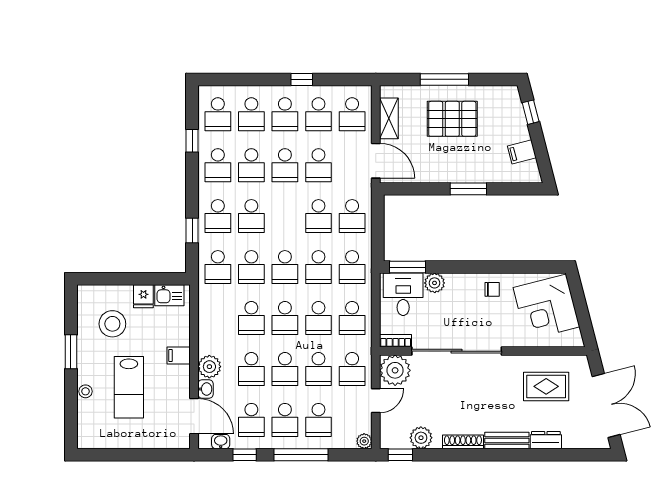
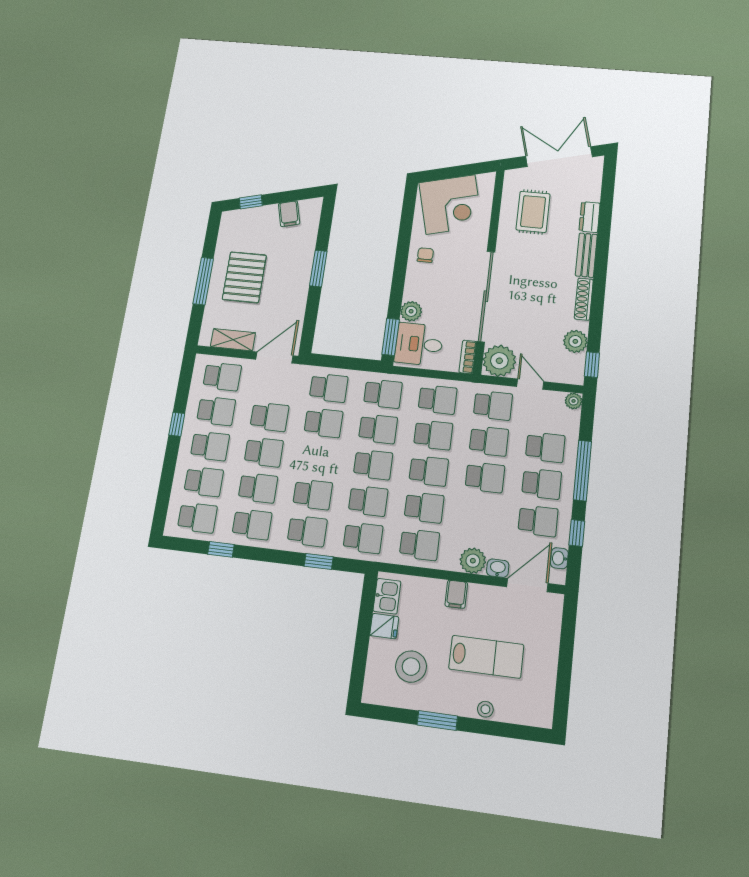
school desk: (251, 369) -> (419, 545), moved

